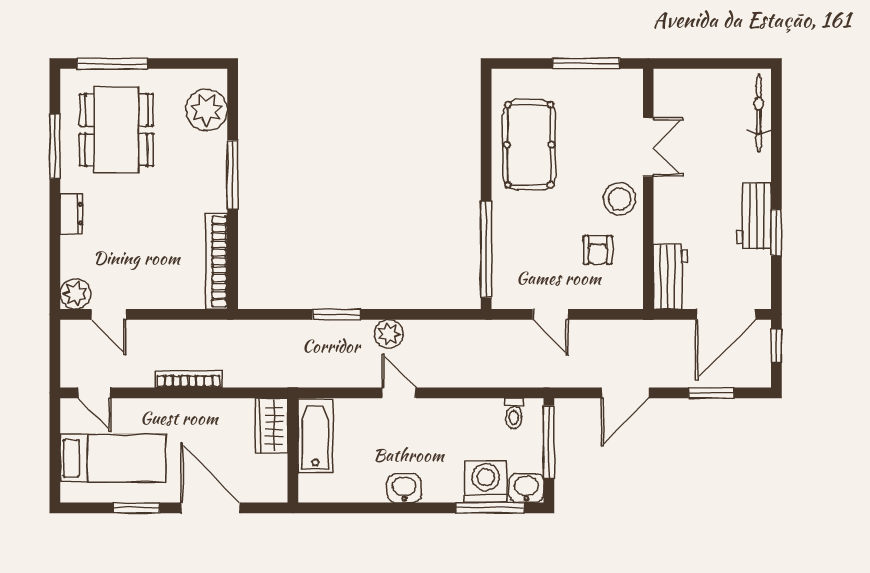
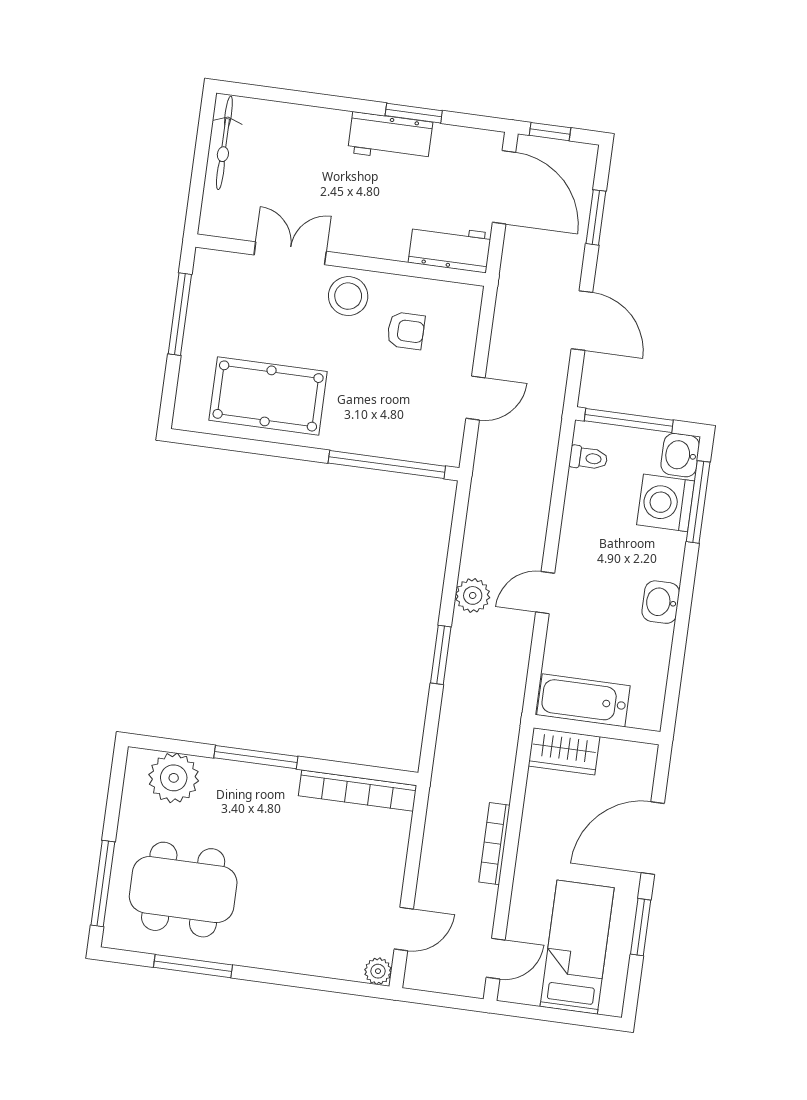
bicycle: (759, 113) -> (224, 143), moved, turned -90
dresser: (72, 214) -> (277, 957), removed
plant: (75, 294) -> (378, 971), width x0.73, depth x0.73

